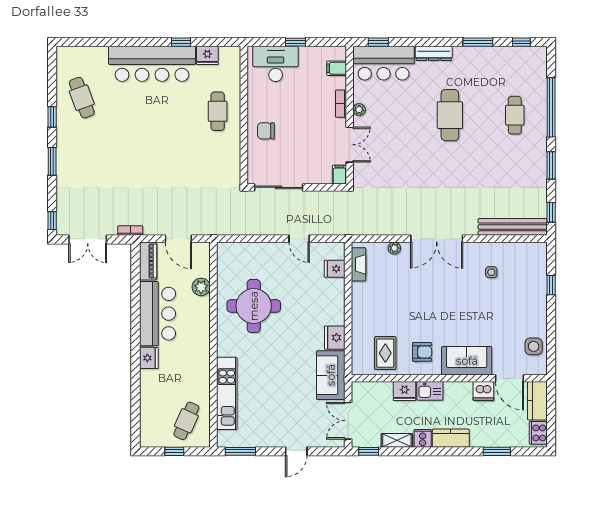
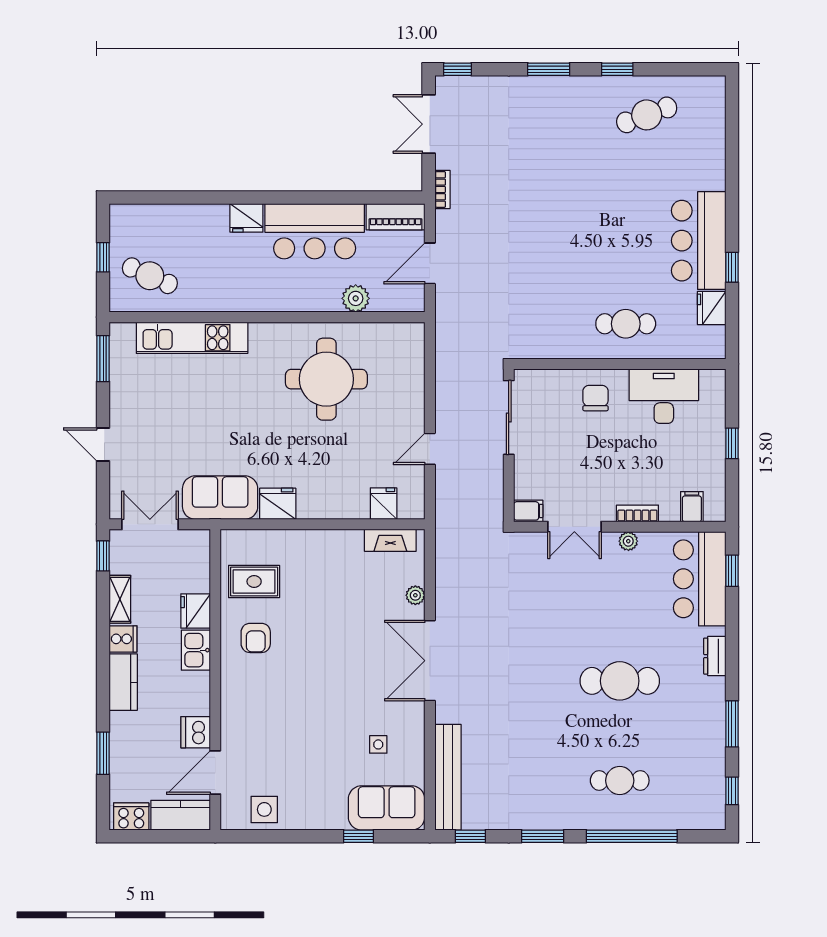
dresser: (434, 53) -> (715, 656), width x0.70
bar counter: (152, 64) -> (699, 241), width x0.73
desk: (276, 64) -> (664, 396), moved, turned -90
sofa: (467, 361) -> (387, 808), moved, turned -90

